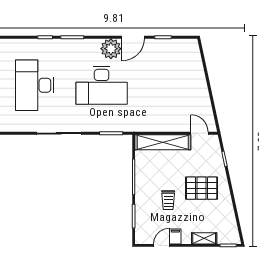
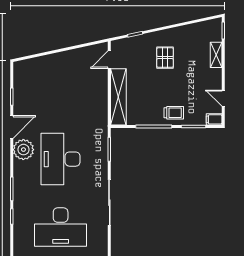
door: (133, 37) -> (12, 127), hinge flipped
desk: (102, 85) -> (61, 159), turned 180
pallet: (202, 188) -> (165, 58), width x0.67, depth x0.71
trolley: (168, 200) -> (174, 113), moved
filing cabinet: (175, 236) -> (214, 119), moved

